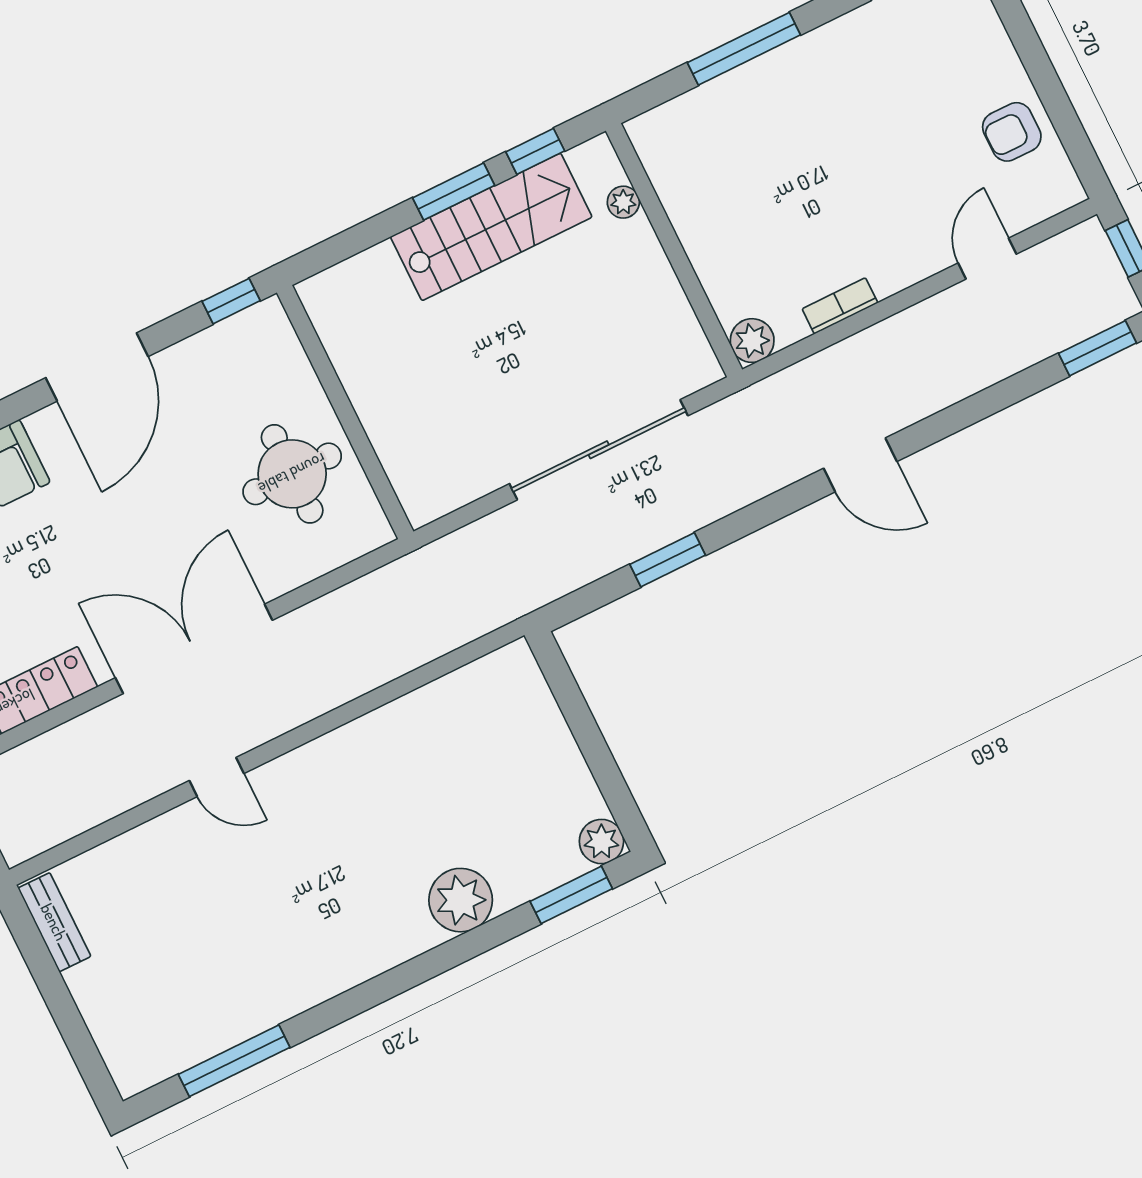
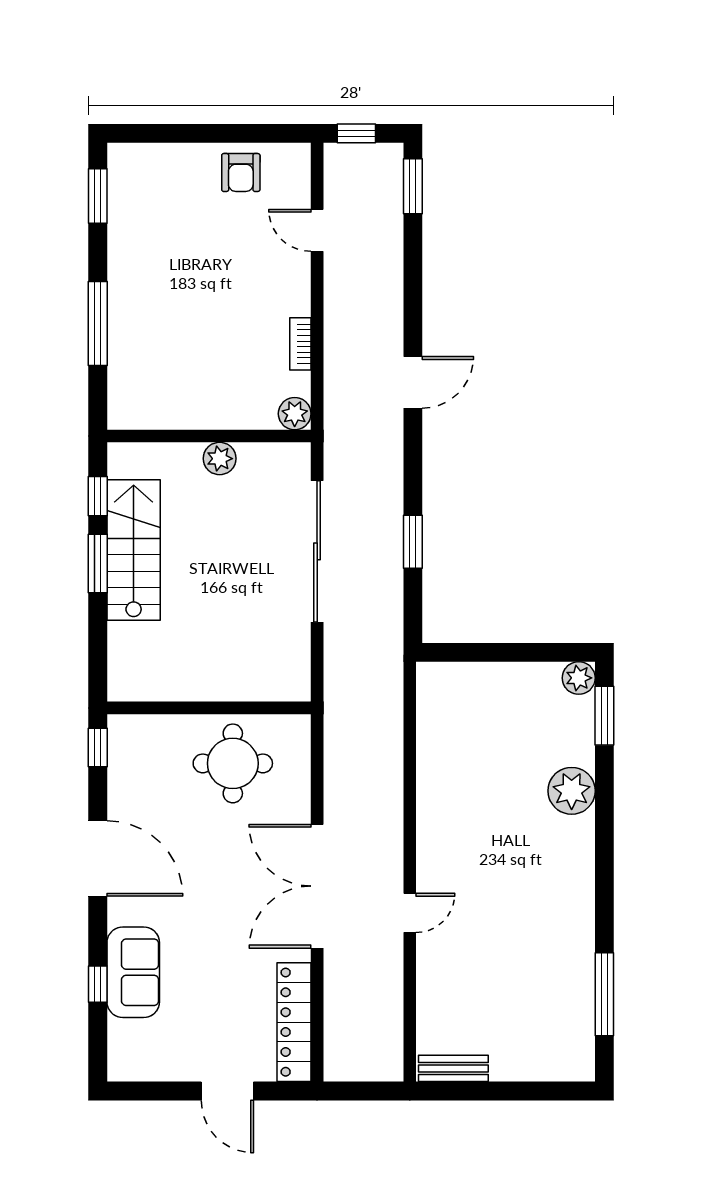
plant: (623, 202) -> (220, 459), moved, width x1.38, depth x1.38

